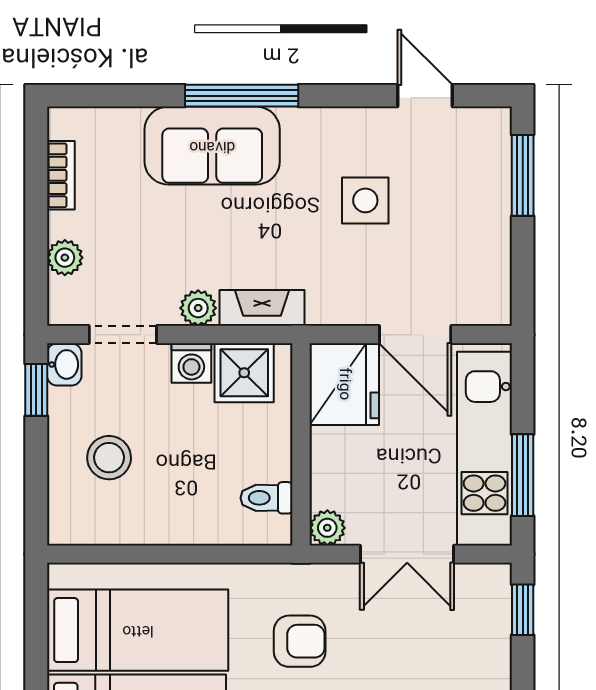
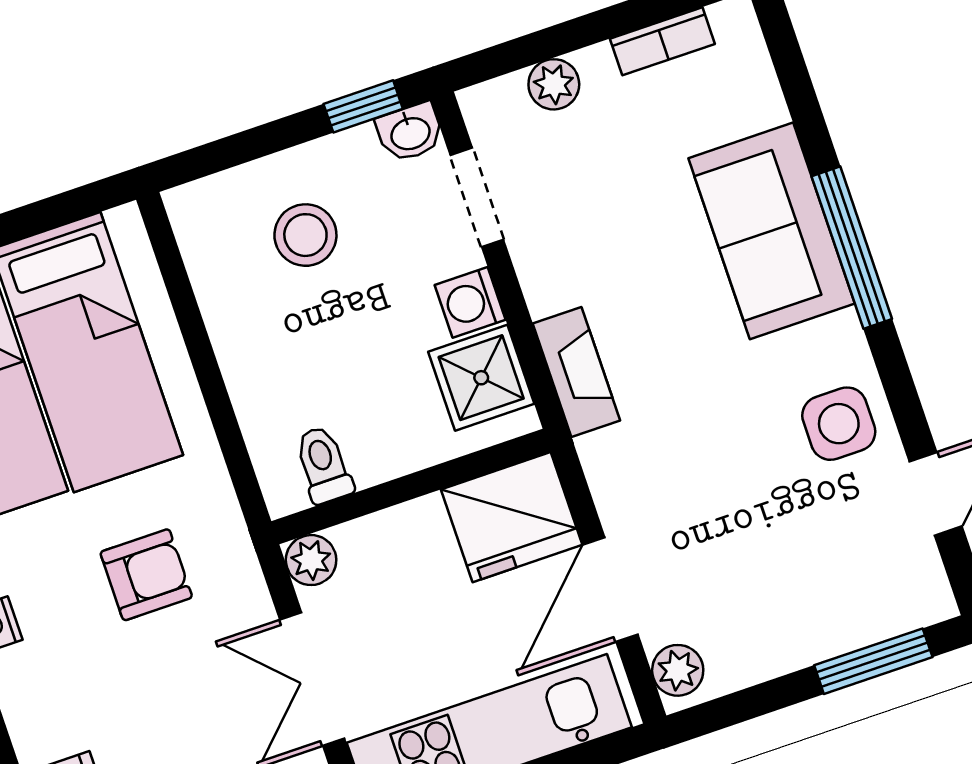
side table: (365, 200) -> (839, 424), moved
plant: (198, 308) -> (678, 670), moved
armchair: (300, 641) -> (146, 575), turned -90

